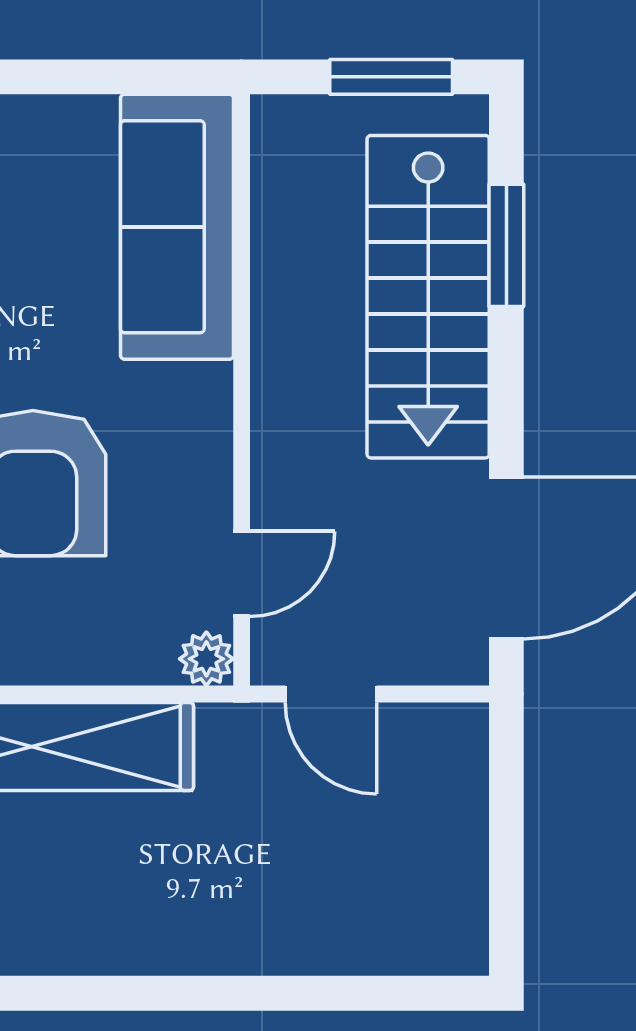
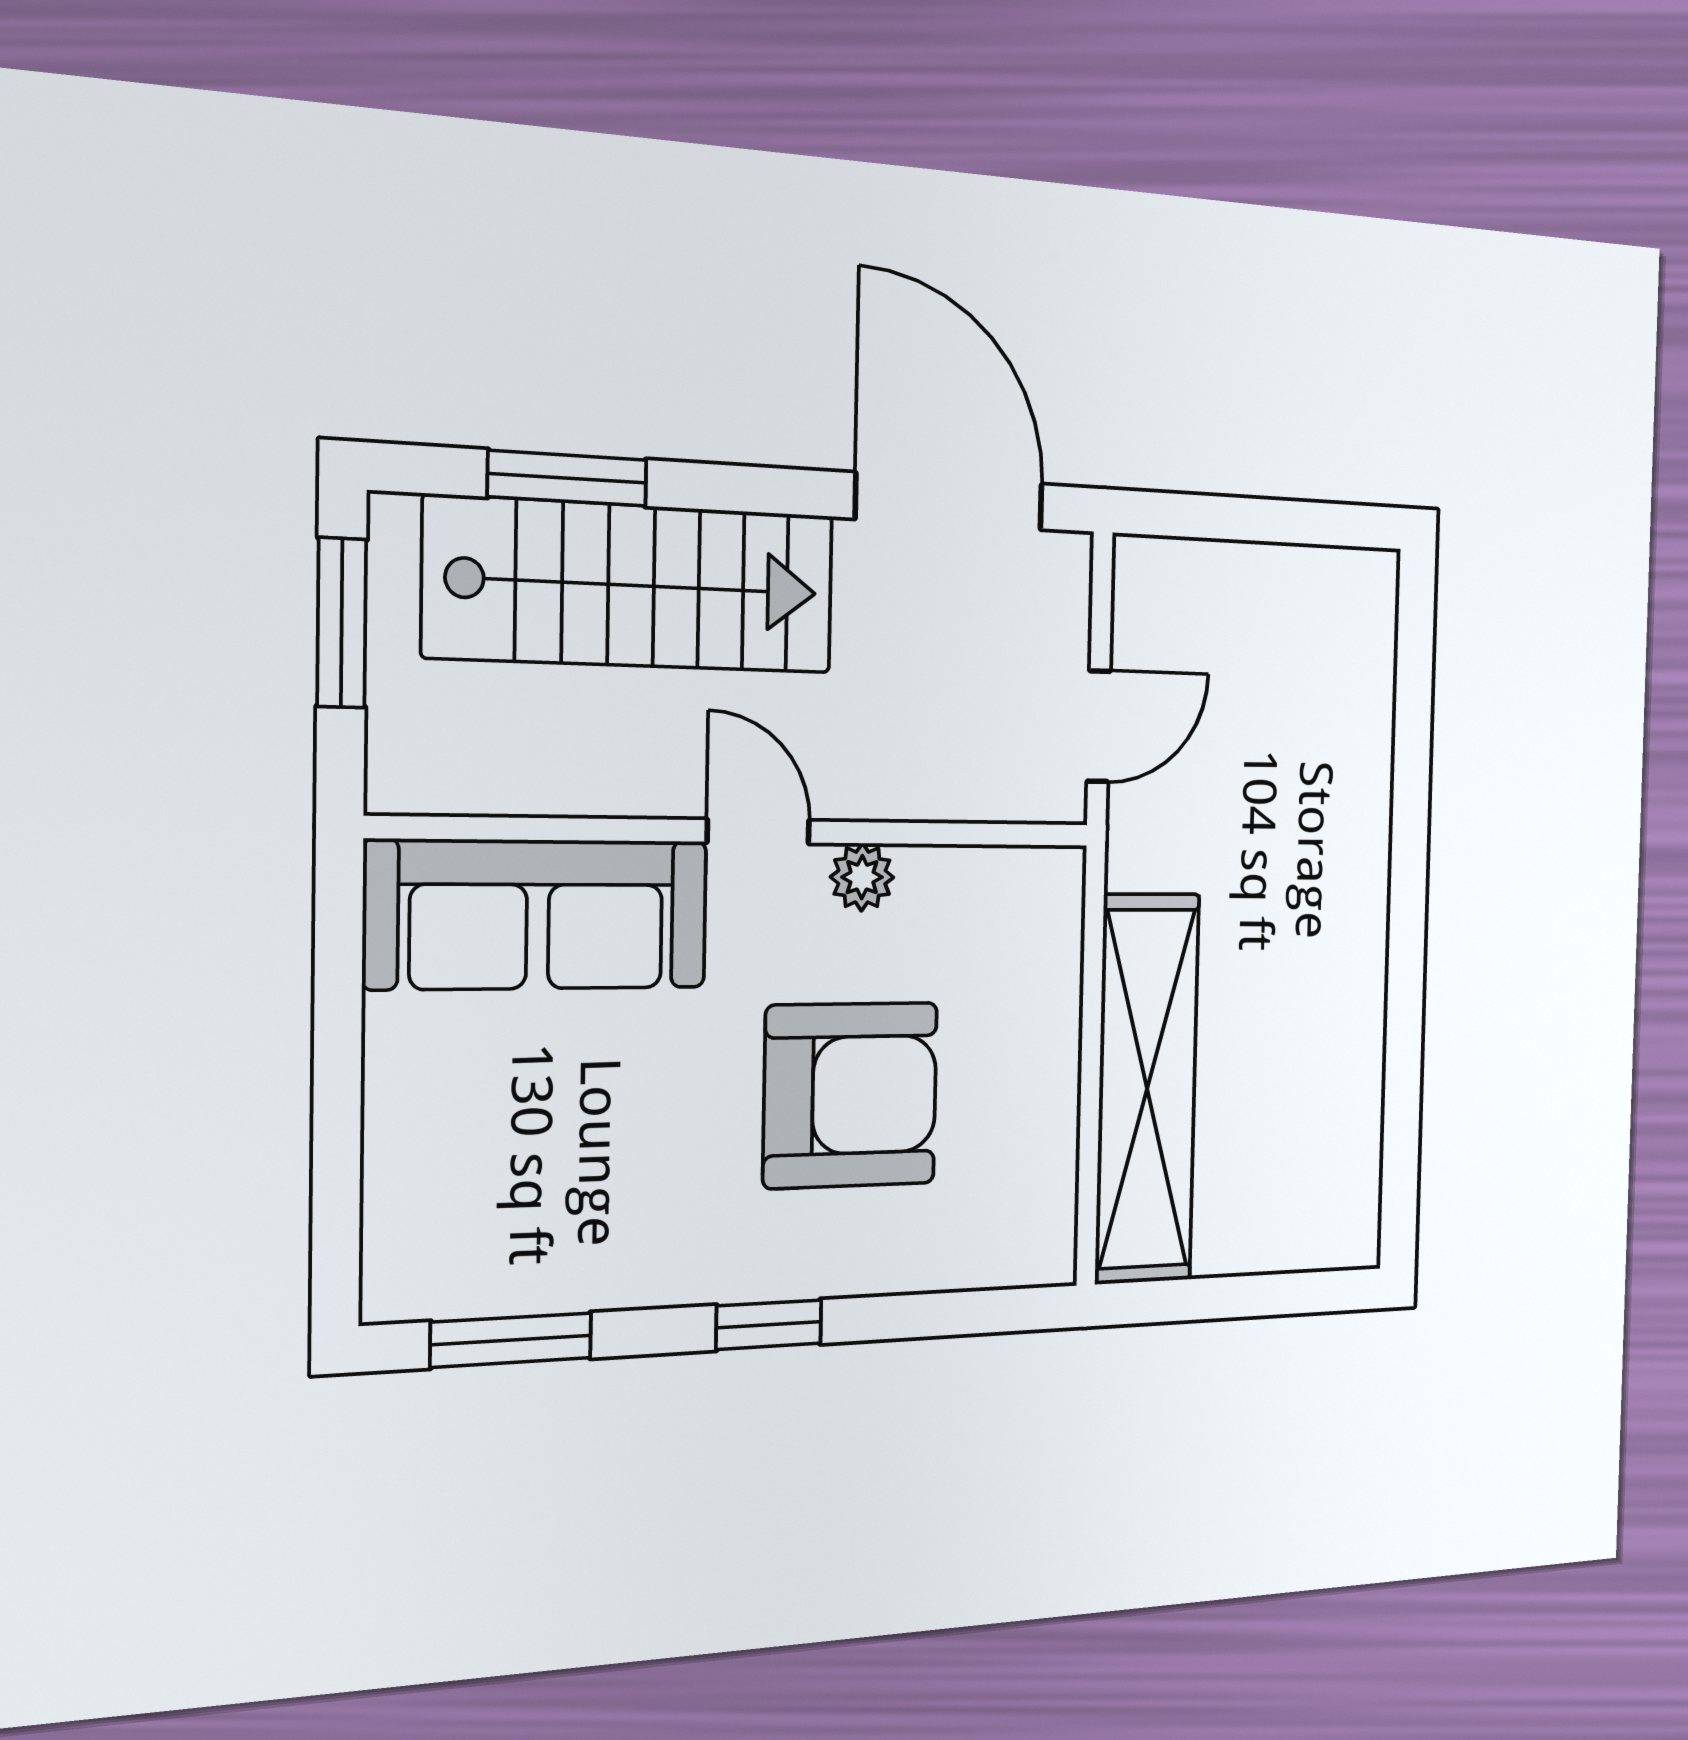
door: (242, 574) -> (758, 832), moved
plant: (206, 659) -> (862, 877), moved

